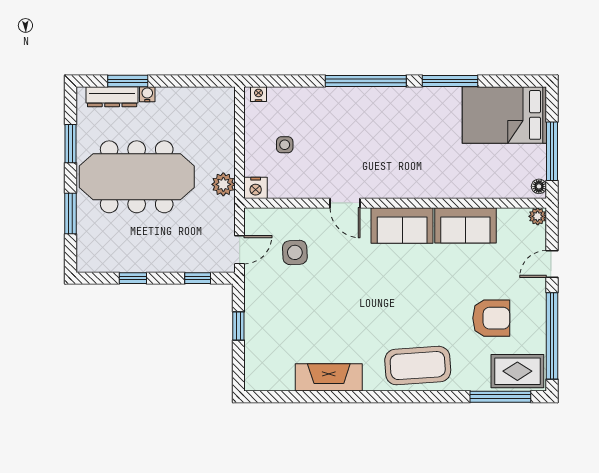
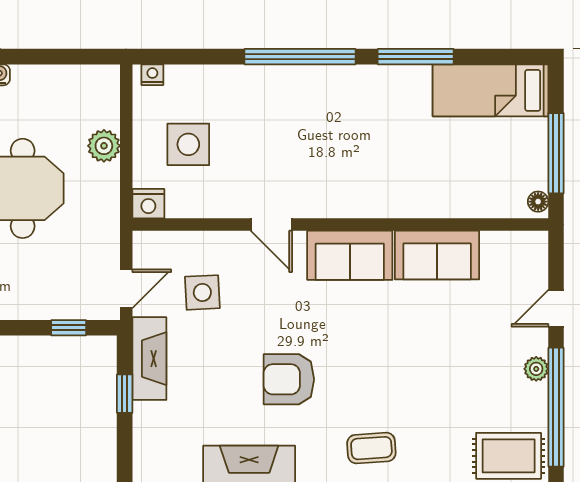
bed: (504, 115) -> (491, 90), width x0.67
side table: (285, 145) -> (188, 144), width x1.87, depth x1.87
plant: (223, 184) -> (104, 146), moved
plant: (538, 216) -> (536, 369), moved
fireplace: (256, 300) -> (149, 359), added
armchair: (491, 318) -> (289, 379), moved, turned 180
coffee table: (418, 366) -> (371, 448), width x0.54, depth x0.58

